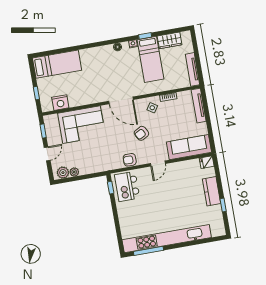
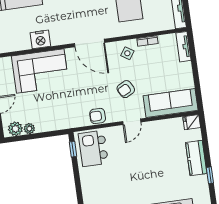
nightstand: (60, 103) -> (40, 39), moved
tv unit: (199, 106) -> (183, 47), width x0.71
armchair: (141, 133) -> (126, 89), moved

